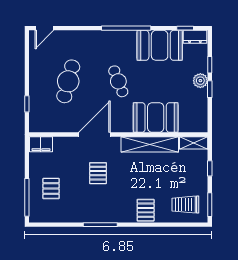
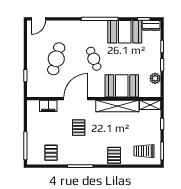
plant: (200, 81) -> (155, 78), moved
filing cabinet: (41, 144) -> (48, 106), moved
pallet: (51, 188) -> (51, 153), moved

